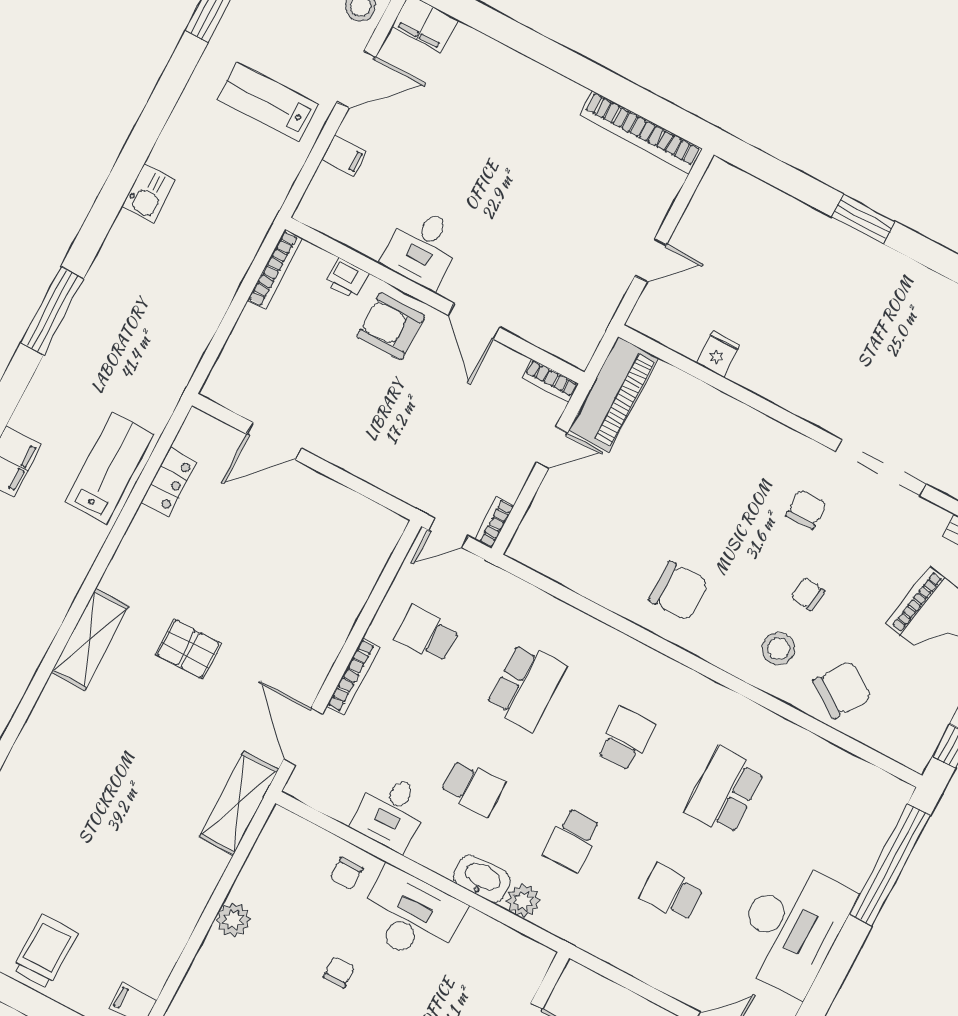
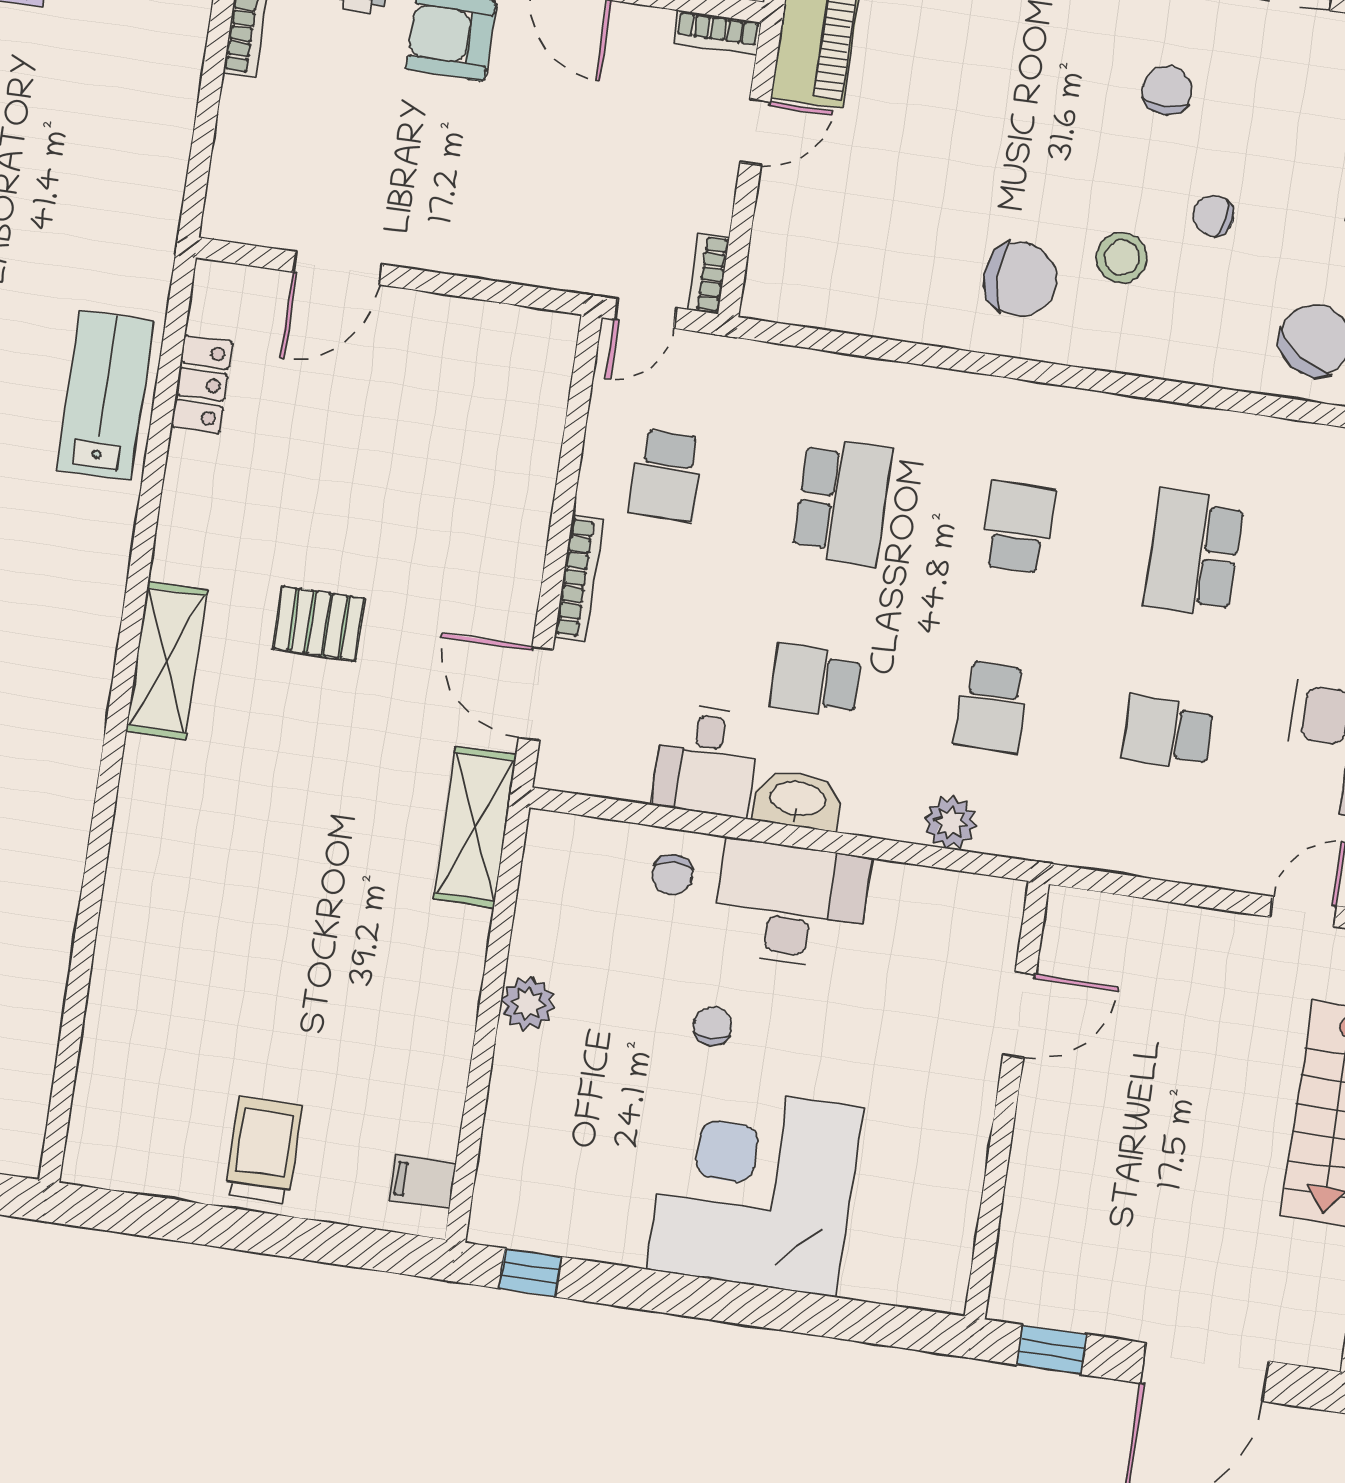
school desk: (427, 634) -> (666, 475), turned -90
stool: (778, 649) -> (1122, 258), moved
school desk: (473, 788) -> (816, 681), turned 180
washbasin: (482, 879) -> (797, 800), moved

